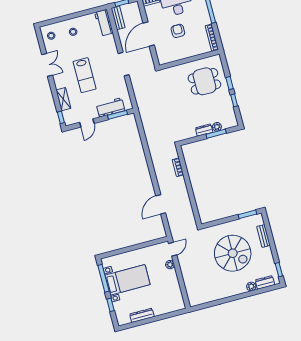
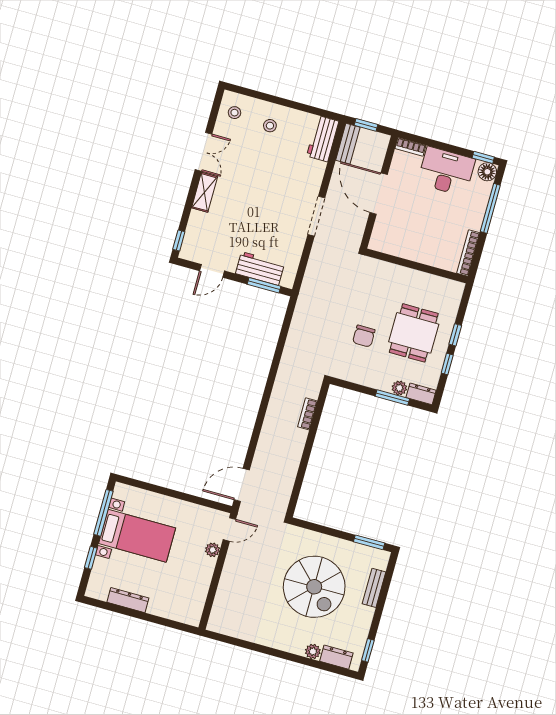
armchair: (178, 31) -> (424, 214), removed
door: (149, 34) -> (379, 194), hinge flipped
lab bench: (85, 75) -> (250, 199), removed
dining table: (204, 81) -> (414, 333), moved, turned 90
shelving: (63, 99) -> (205, 192), moved
chair: (183, 111) -> (364, 336), added
dresser: (204, 130) -> (421, 394), moved
door: (161, 204) -> (242, 485), moved

